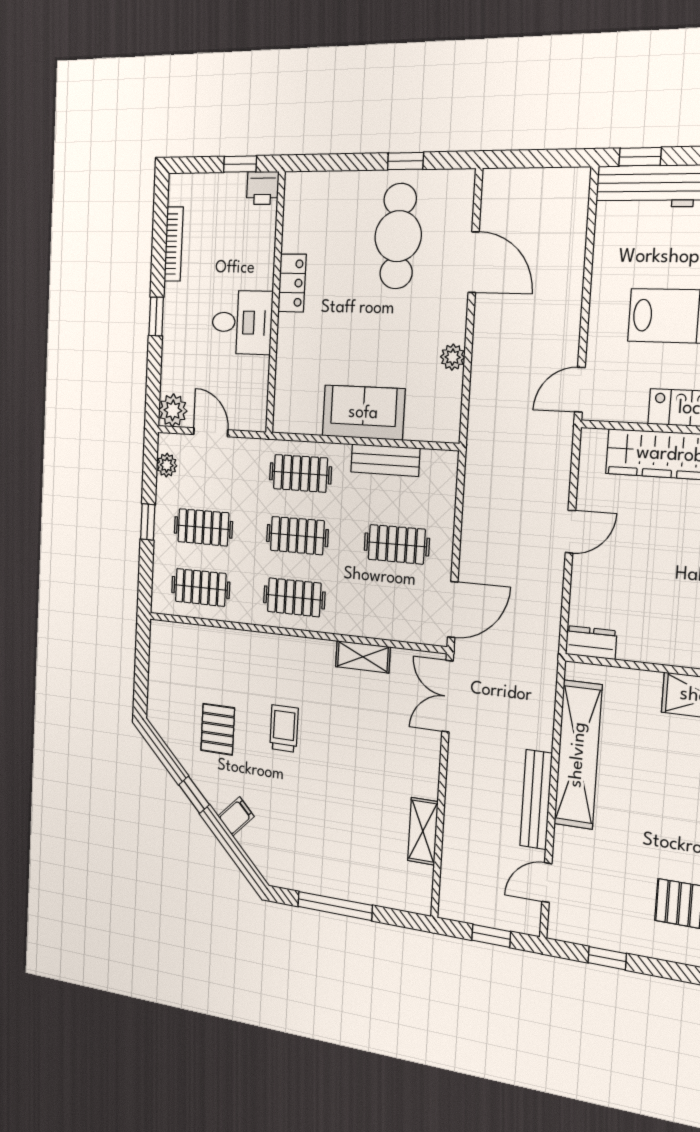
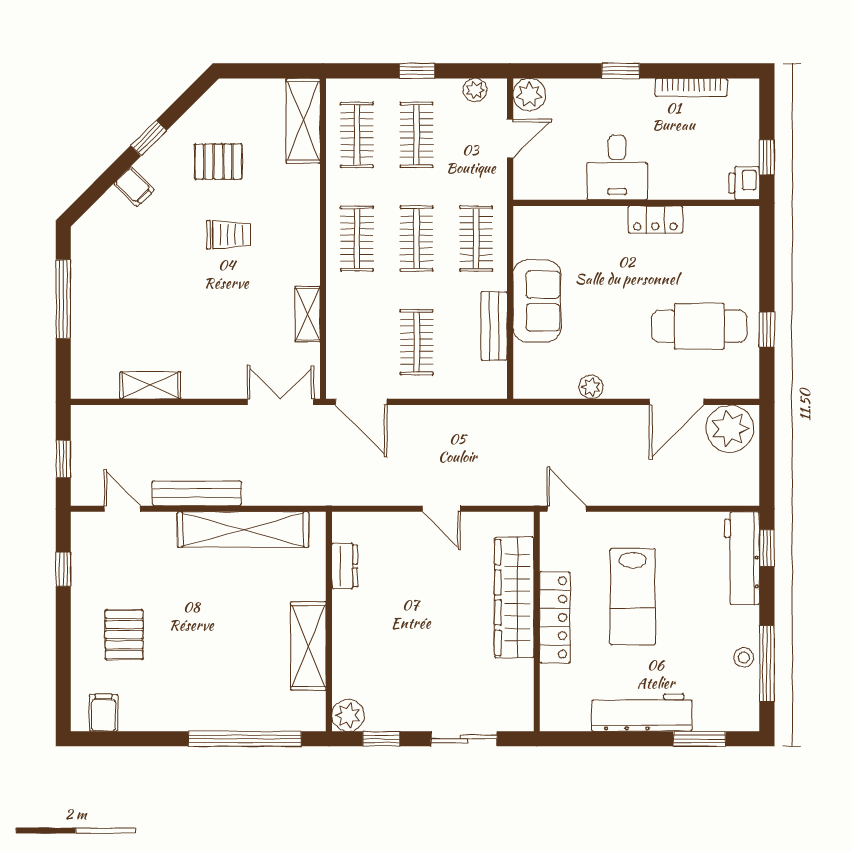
plant: (505, 202) -> (730, 429), added
shelving: (186, 640) -> (303, 121), added
dresser: (591, 643) -> (345, 566), moved

